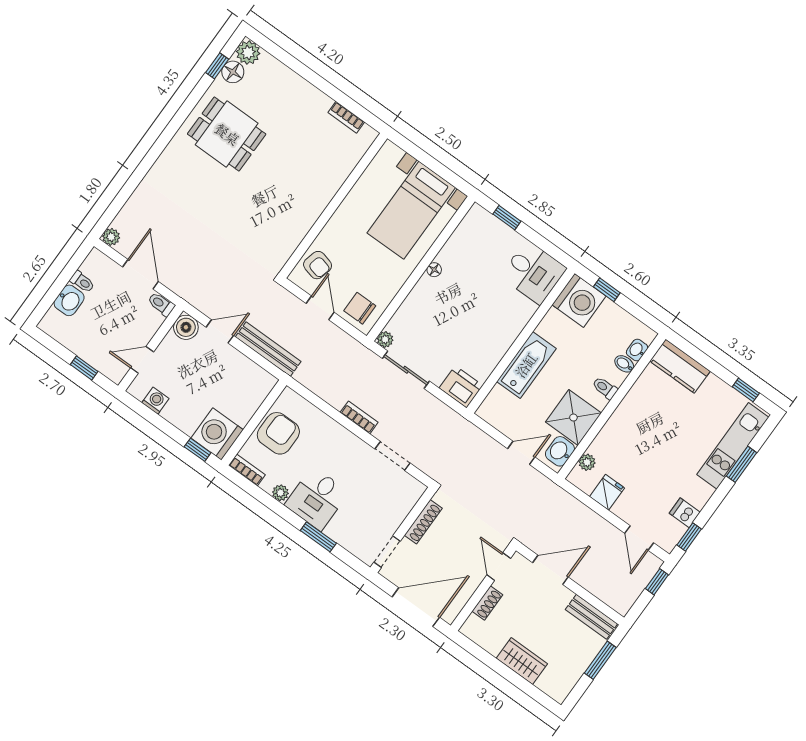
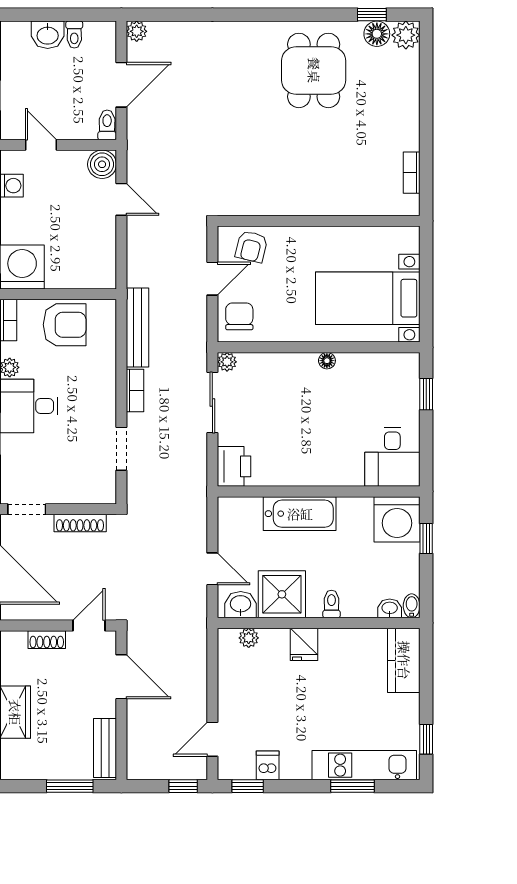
bench: (268, 349) -> (138, 328), moved
bidet: (624, 364) -> (412, 606), moved
fridge: (607, 492) -> (304, 644), moved, turned 90

